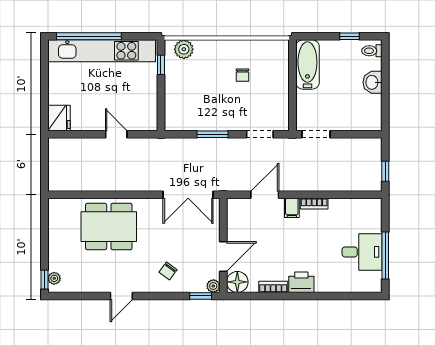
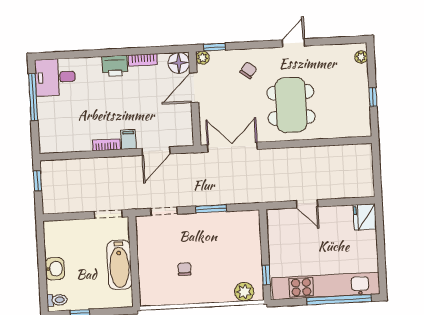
bathtub: (307, 64) -> (119, 265), moved
dining table: (109, 227) -> (291, 105), moved, turned 90
desk: (362, 252) -> (55, 77), moved
window: (45, 280) -> (373, 97), moved

